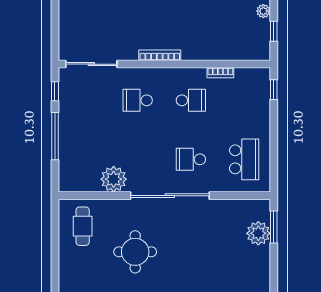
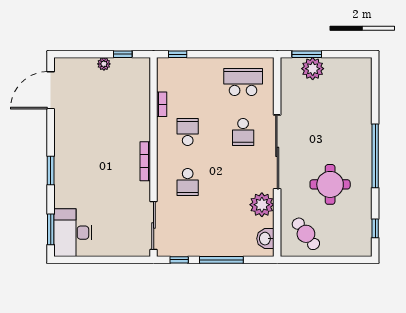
washbasin: (78, 183) -> (265, 239), added
cafe table: (83, 226) -> (306, 234), turned 53

